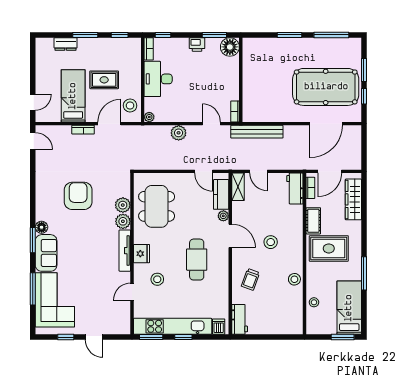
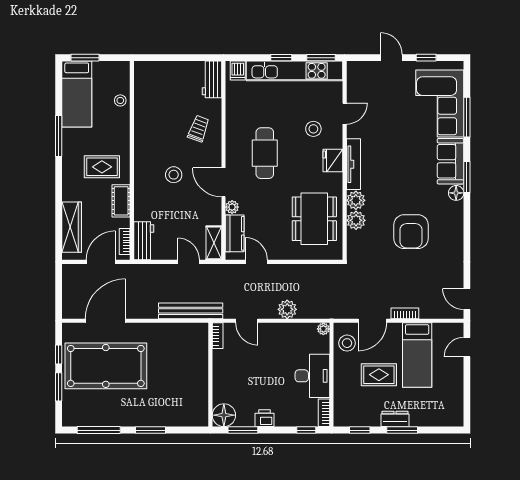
dresser: (66, 44) -> (395, 419), moved
rug: (329, 248) -> (102, 167), width x0.73, depth x0.70
stool: (294, 279) -> (144, 129), removed

